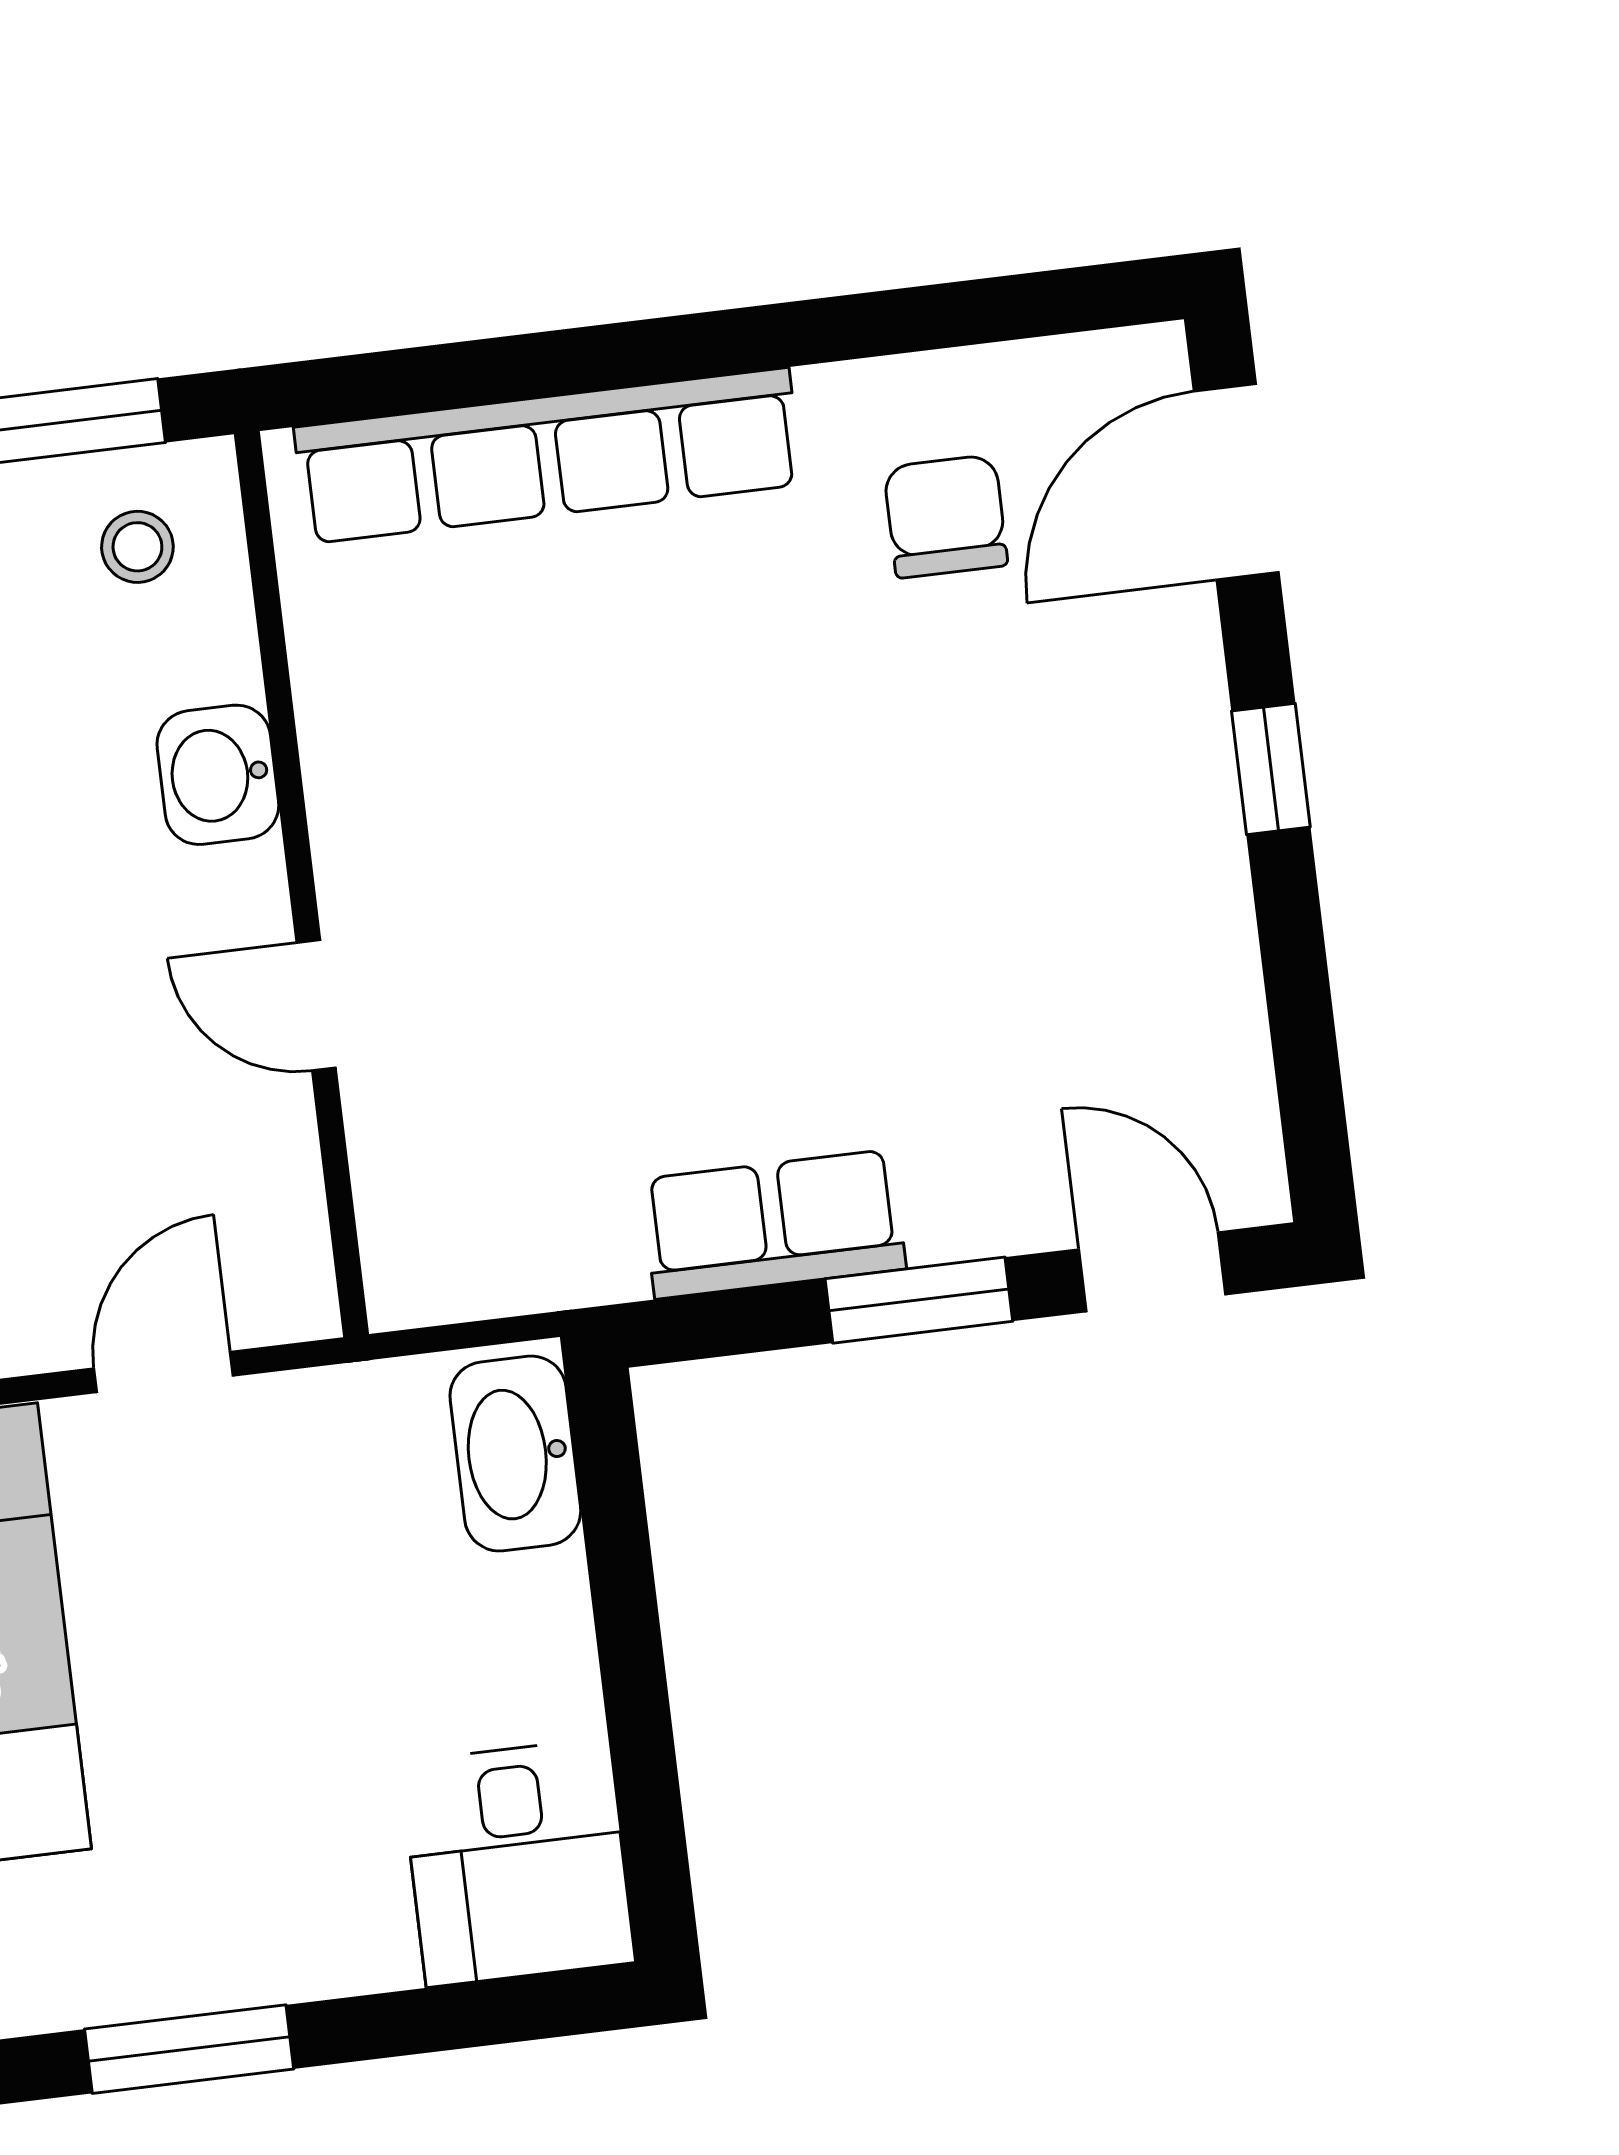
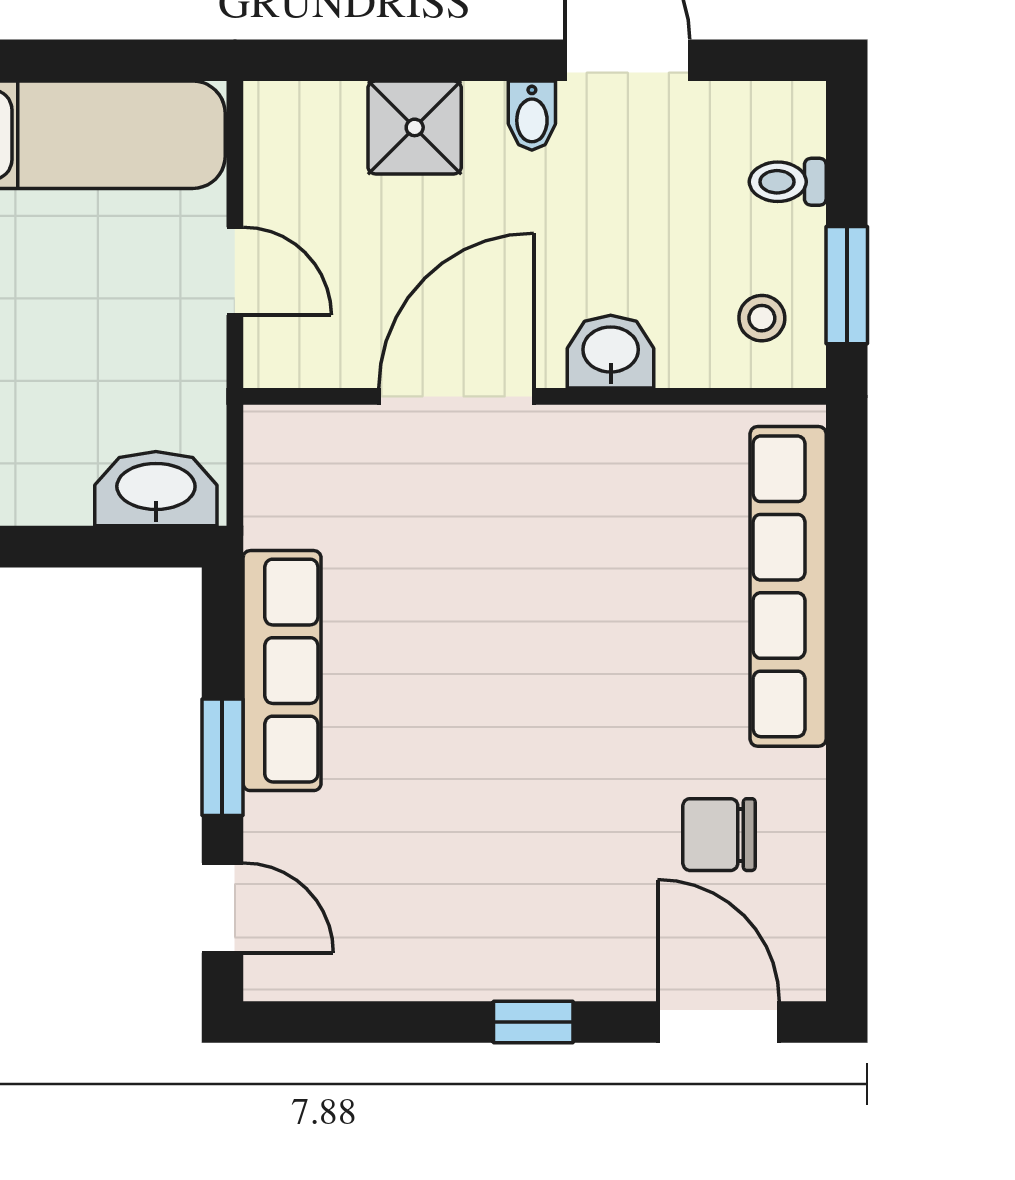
chair: (946, 516) -> (719, 835), turned 180
door: (316, 1005) -> (456, 396), width x1.88
row of seats: (773, 1224) -> (282, 671), width x1.48
door: (1152, 1272) -> (222, 908), hinge flipped

